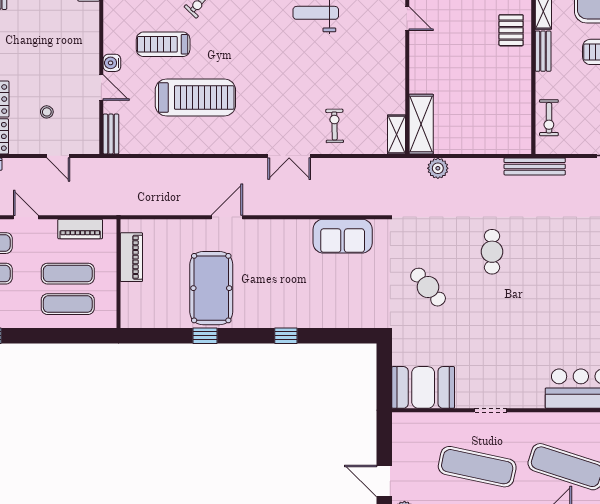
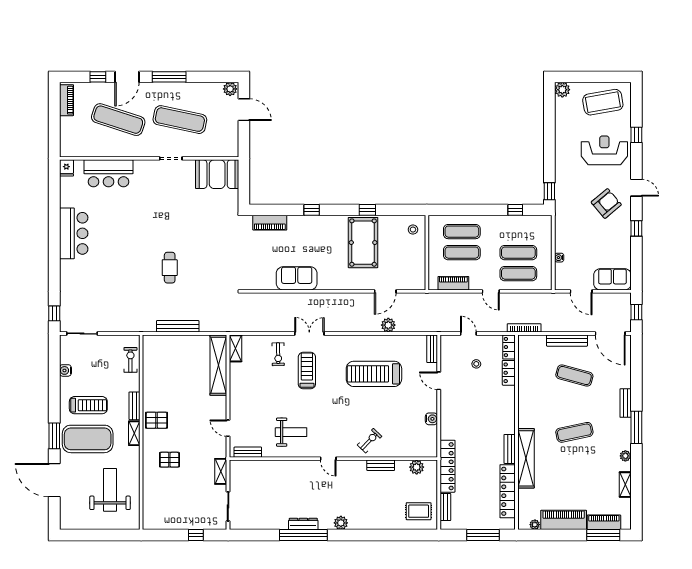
pallet: (511, 30) -> (157, 420), turned 90
treadmill: (163, 44) -> (307, 371), moved, turned -90
water cooler: (112, 63) -> (431, 419), moved
shelving: (421, 124) -> (218, 365), width x1.47
bench: (535, 166) -> (178, 326), moved
plant: (438, 168) -> (388, 325), moved
door: (227, 217) -> (385, 291), moved
sofa: (343, 236) -> (297, 278), moved
piano: (131, 257) -> (270, 223), moved, turned -90
cafe table: (428, 287) -> (214, 243), removed
stool: (139, 307) -> (413, 230), added

